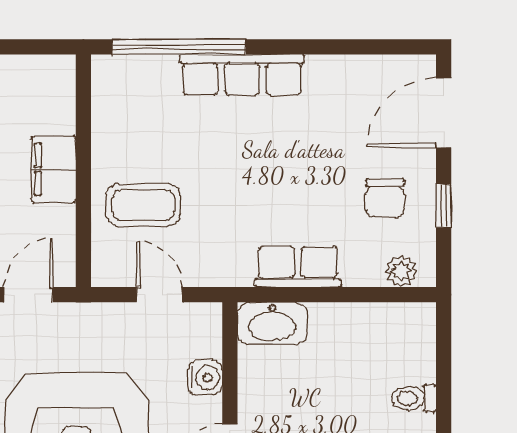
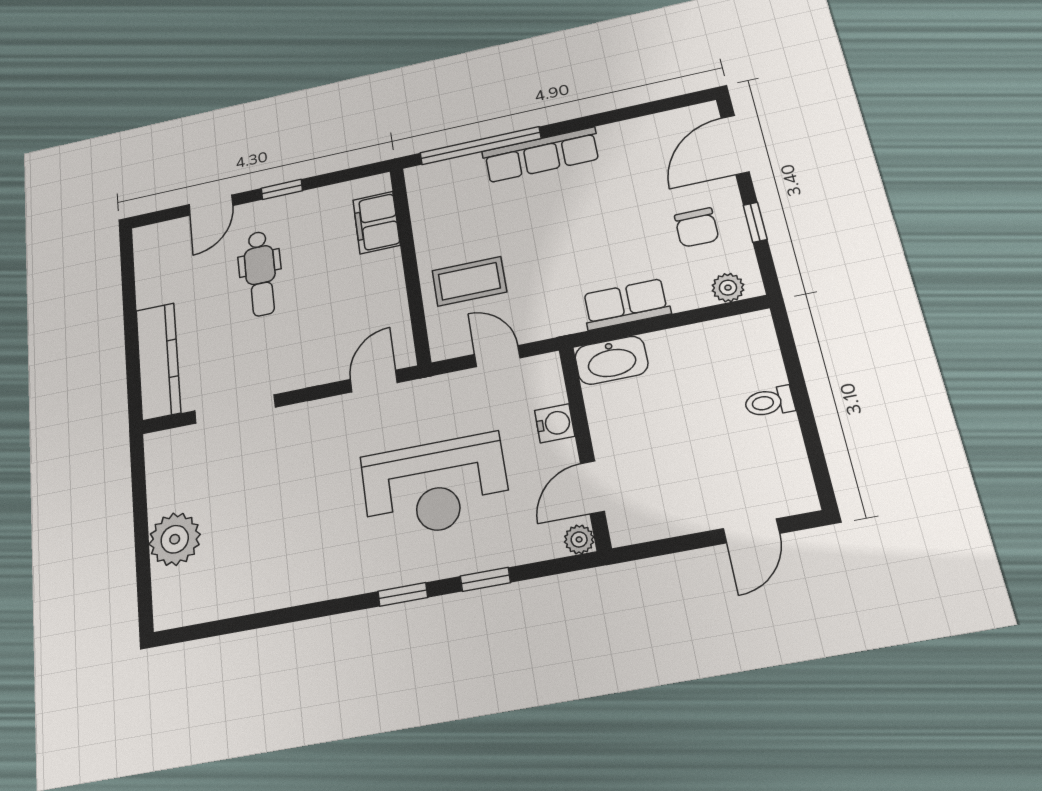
filing cabinet: (54, 169) -> (376, 223), moved

